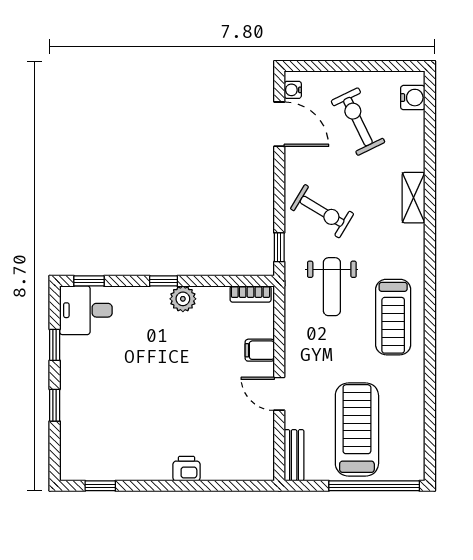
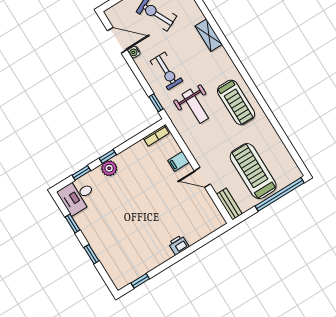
water cooler: (293, 90) -> (134, 52), moved
exercise bike: (322, 211) -> (166, 71), turned 59
window: (89, 281) -> (81, 173), moved
plant: (183, 299) -> (109, 168), moved

